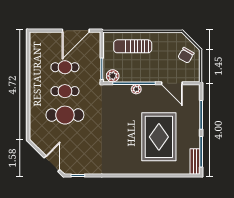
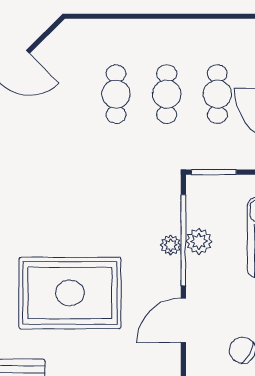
plant: (113, 76) -> (199, 241), moved
cafe table: (65, 115) -> (116, 94), width x0.73, depth x0.74

